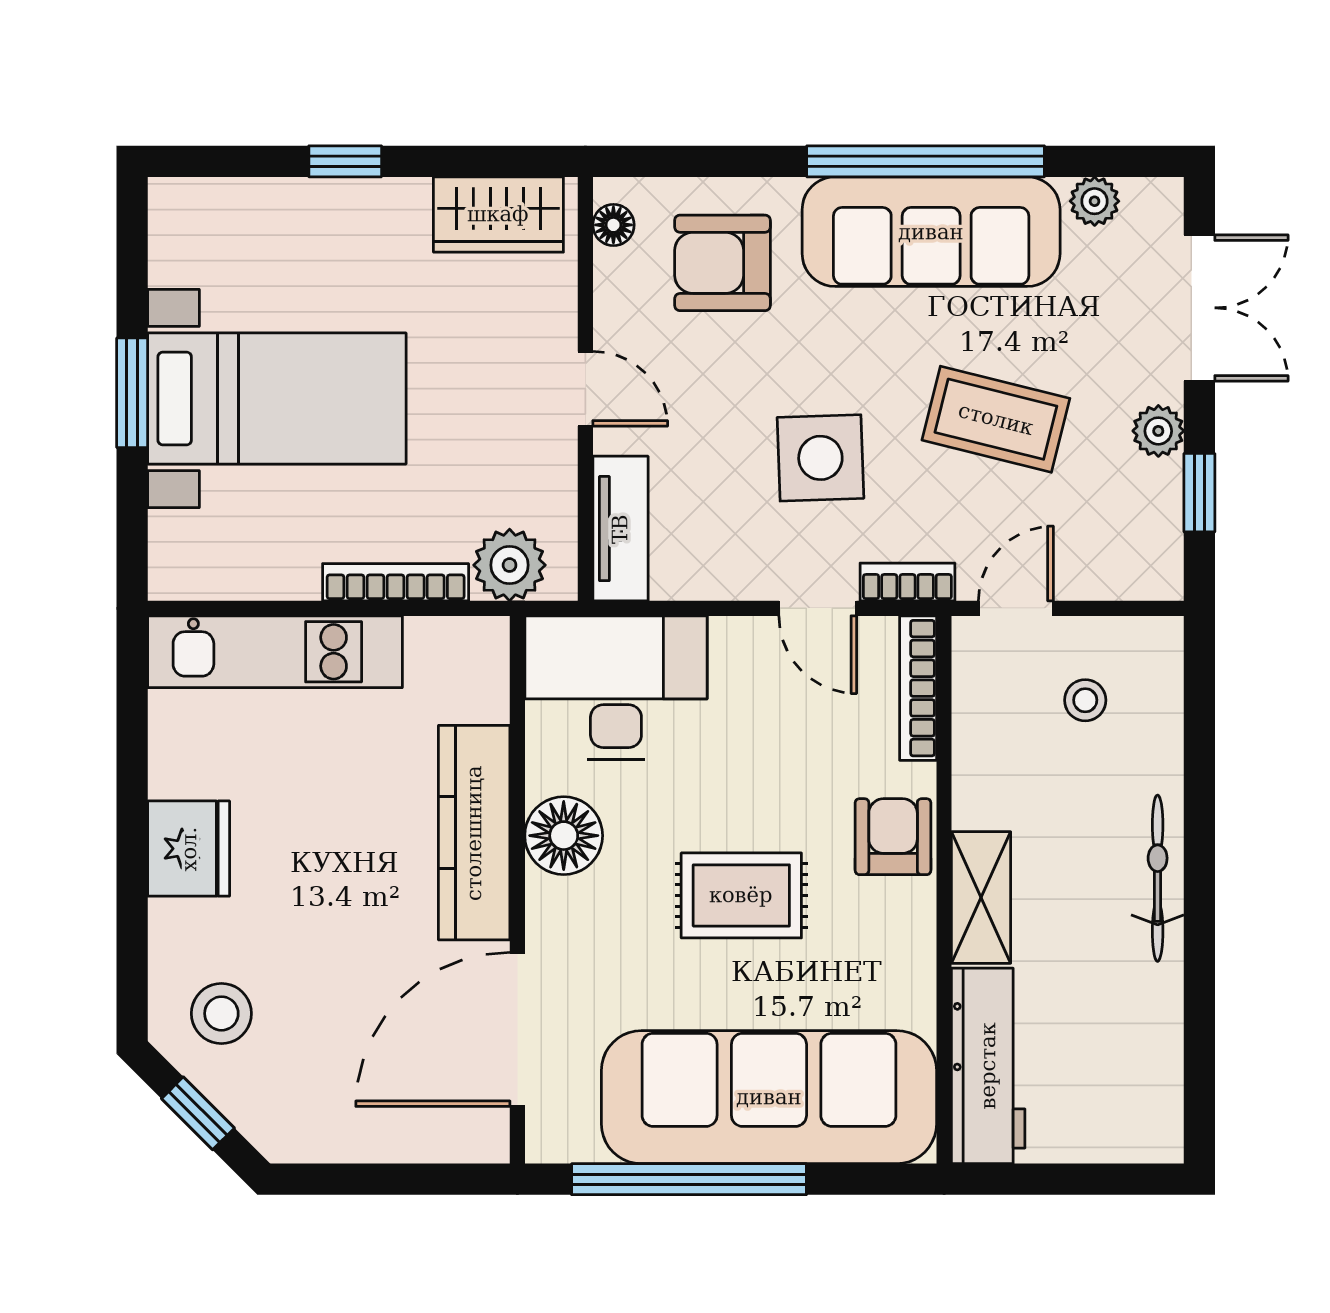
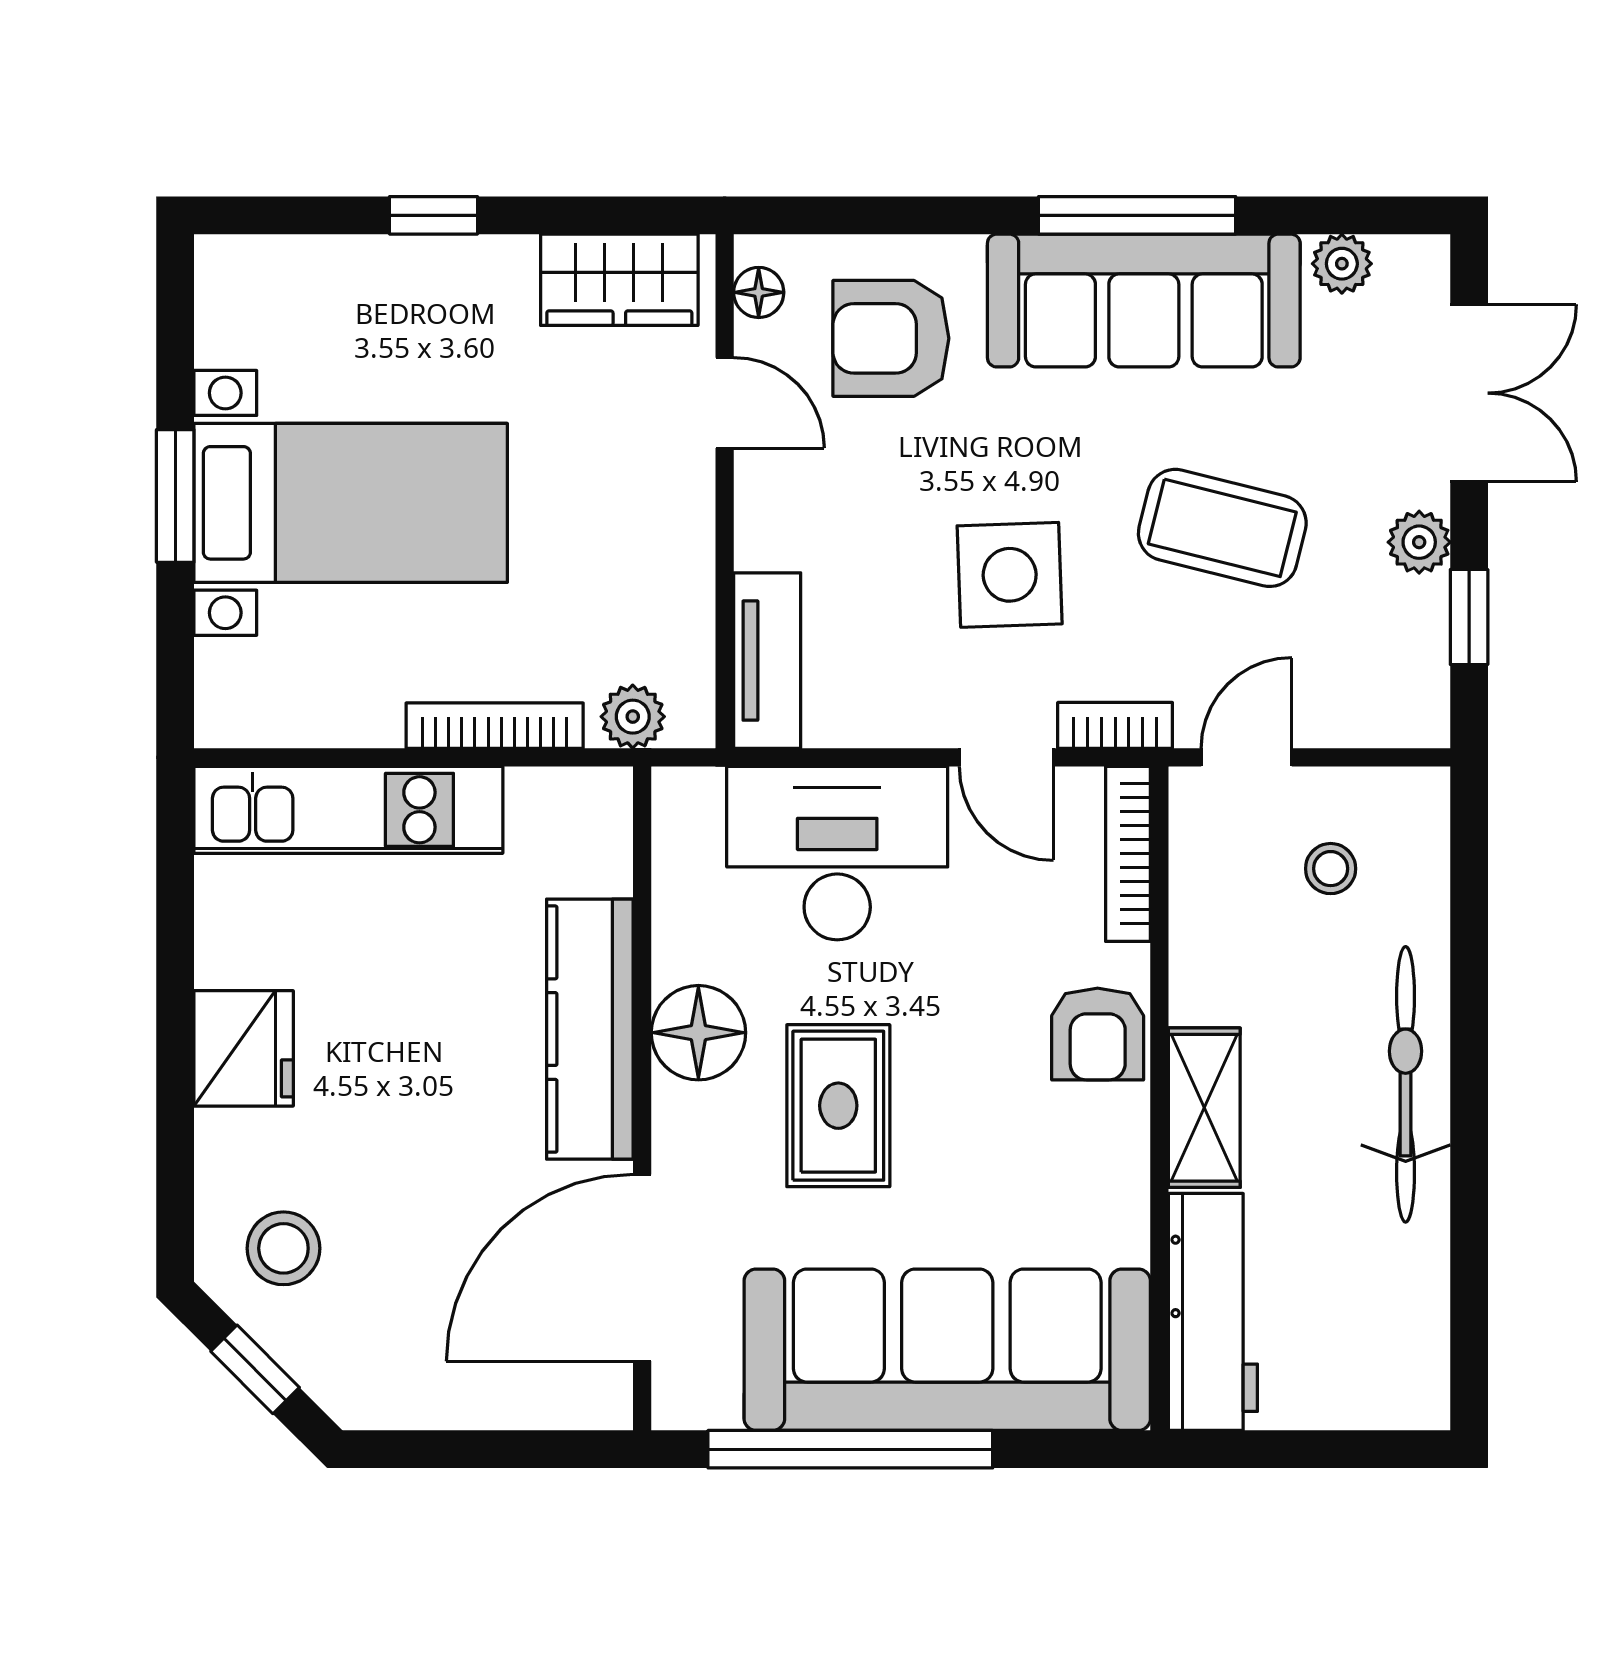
window: (926, 161) -> (1137, 215), width x0.68
door: (585, 389) -> (725, 403), moved
plant: (510, 565) -> (633, 717), width x0.73, depth x0.73
desk: (616, 687) -> (837, 853), moved
armchair: (893, 837) -> (1098, 1034), turned 180
bicycle: (1158, 878) -> (1406, 1084), width x1.37, depth x1.40
rug: (741, 895) -> (838, 1106), moved, turned 90

